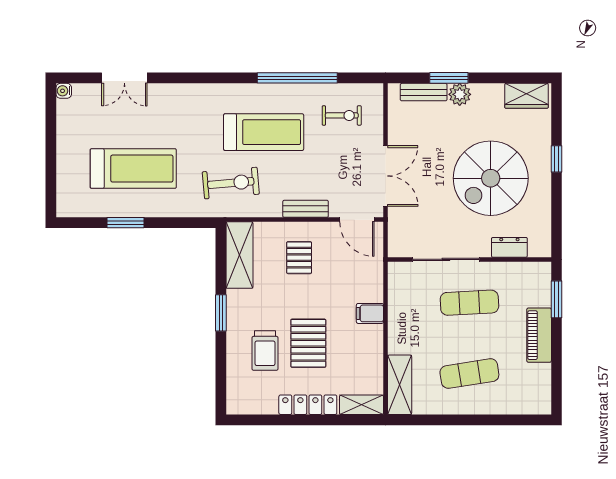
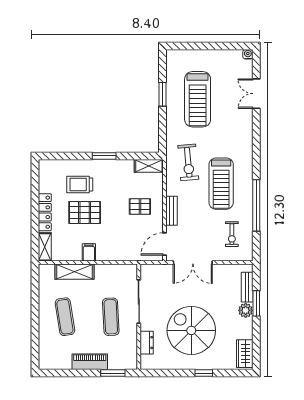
shelving: (239, 255) -> (149, 166), width x0.67, depth x0.75
filing cabinet: (370, 313) -> (89, 252), moved
shelving: (400, 385) -> (74, 272), moved

